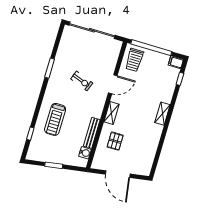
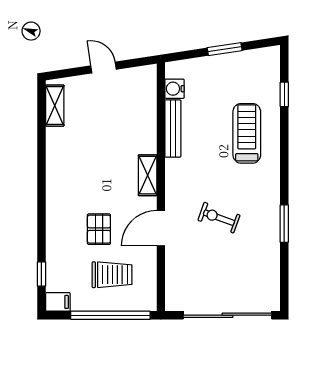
trolley: (134, 60) -> (112, 275), moved, turned 90
shelving: (162, 114) -> (55, 106), moved
pallet: (115, 141) -> (99, 229), moved
door: (118, 174) -> (104, 68), width x0.53

